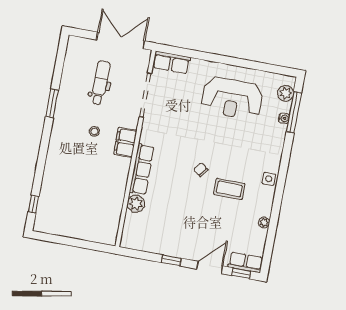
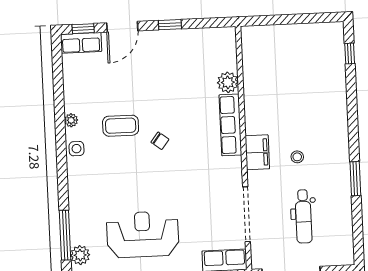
water cooler: (284, 118) -> (75, 225), removed
plant: (264, 223) -> (71, 120), moved

